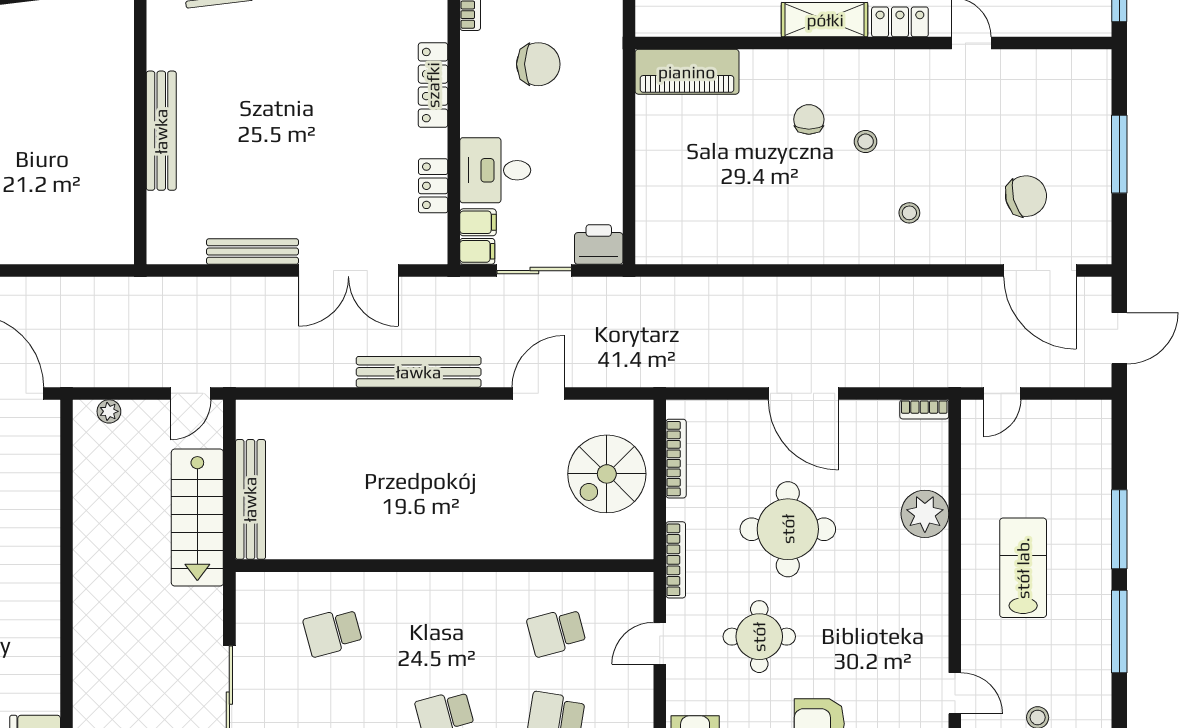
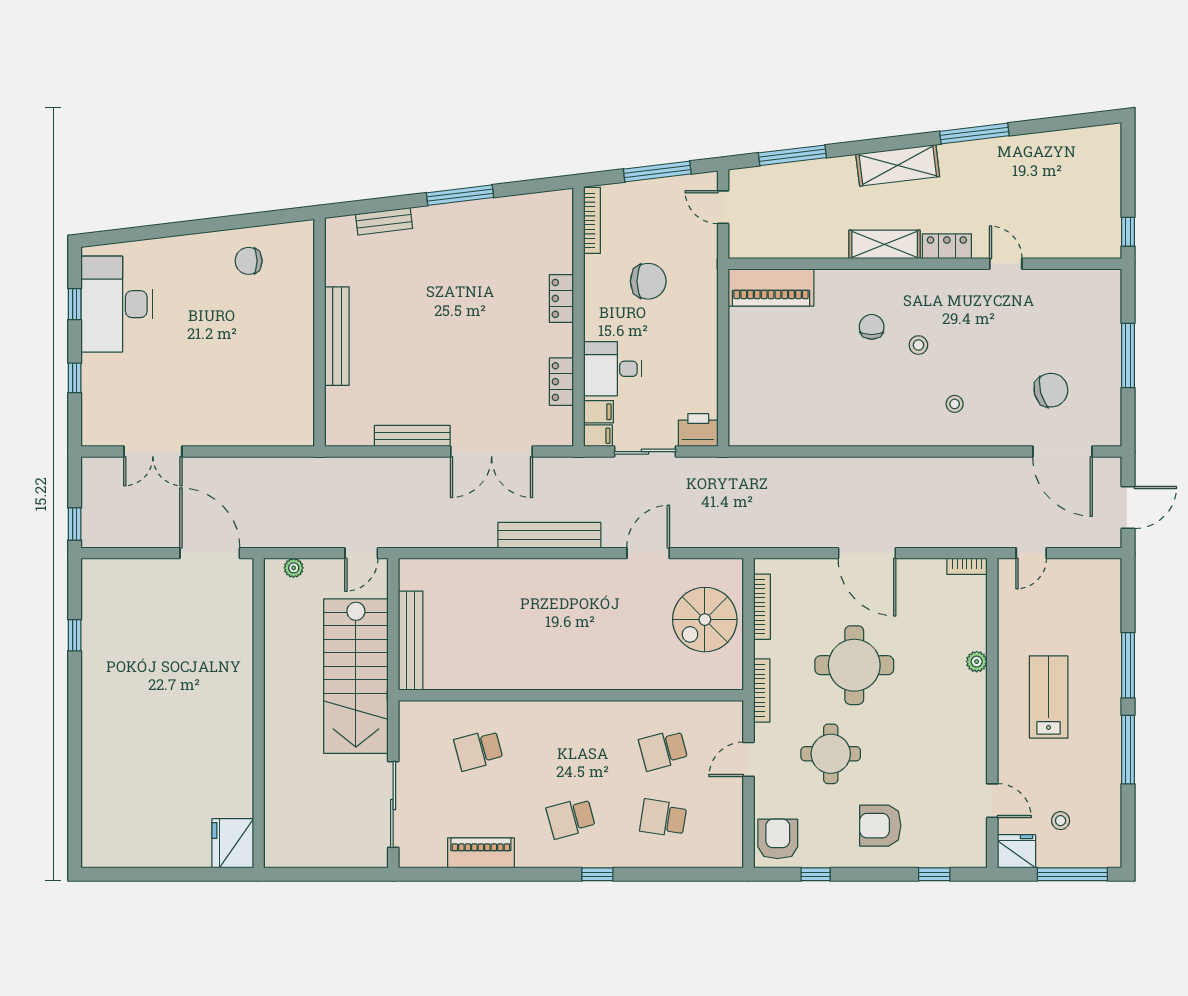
chair: (54, 40) -> (249, 261), added
locker: (433, 85) -> (561, 298), width x0.66
plant: (925, 514) -> (977, 662), width x0.53, depth x0.53
stairs: (197, 518) -> (356, 676), width x1.36, depth x1.51

